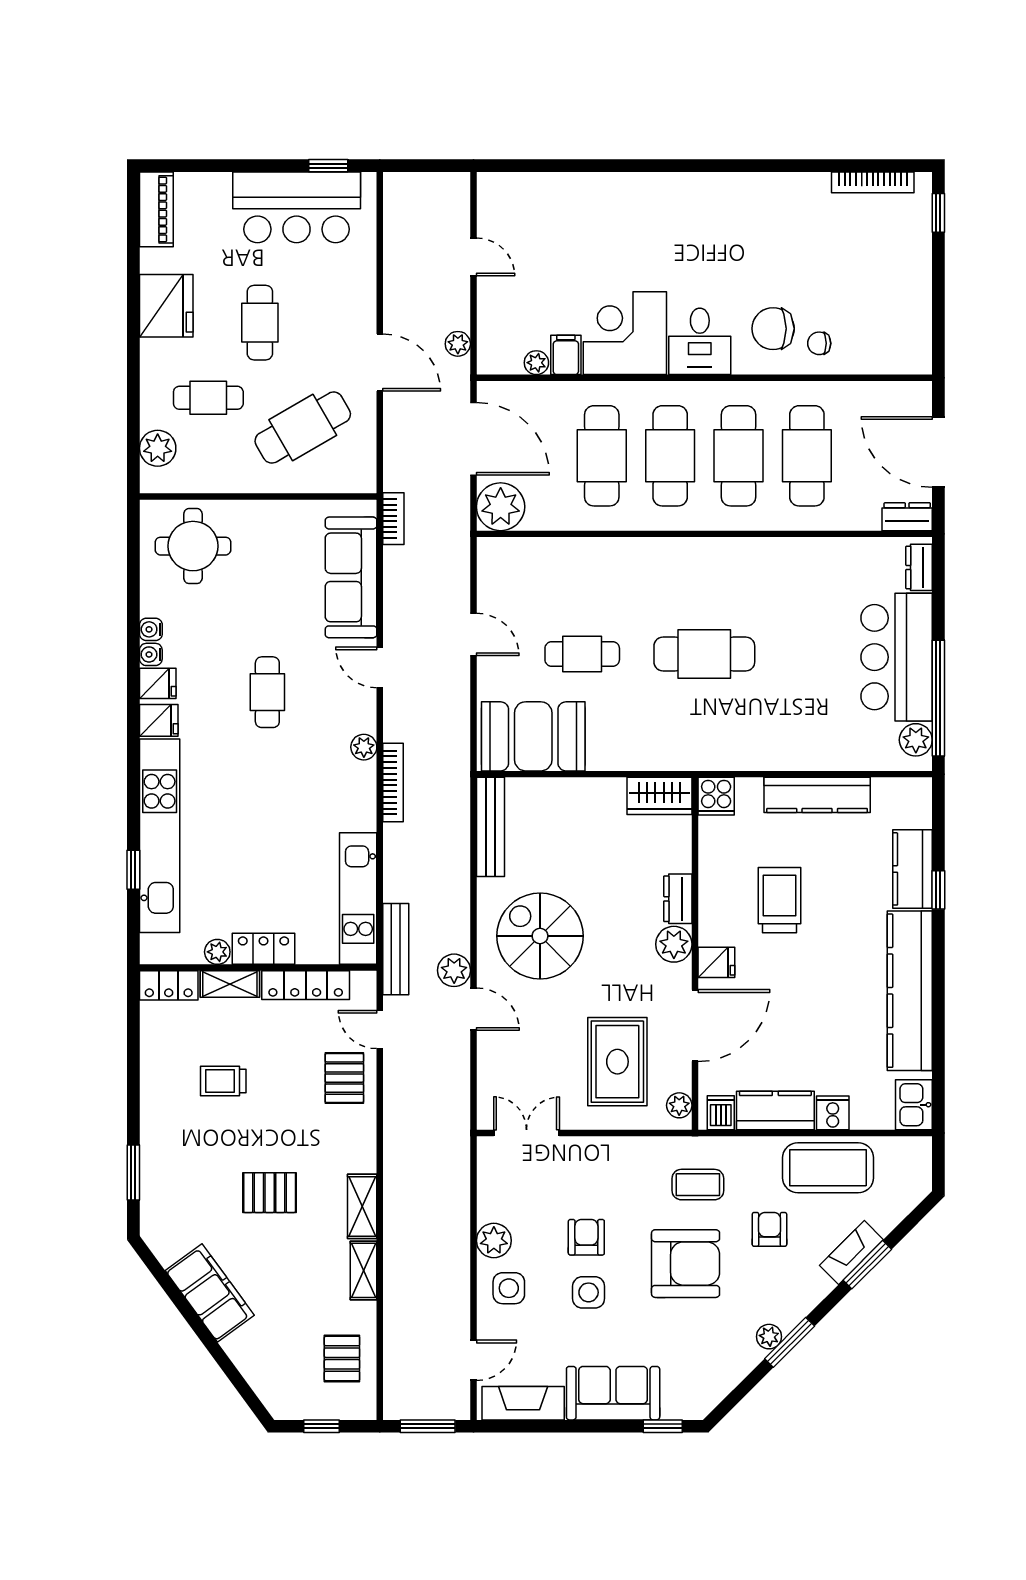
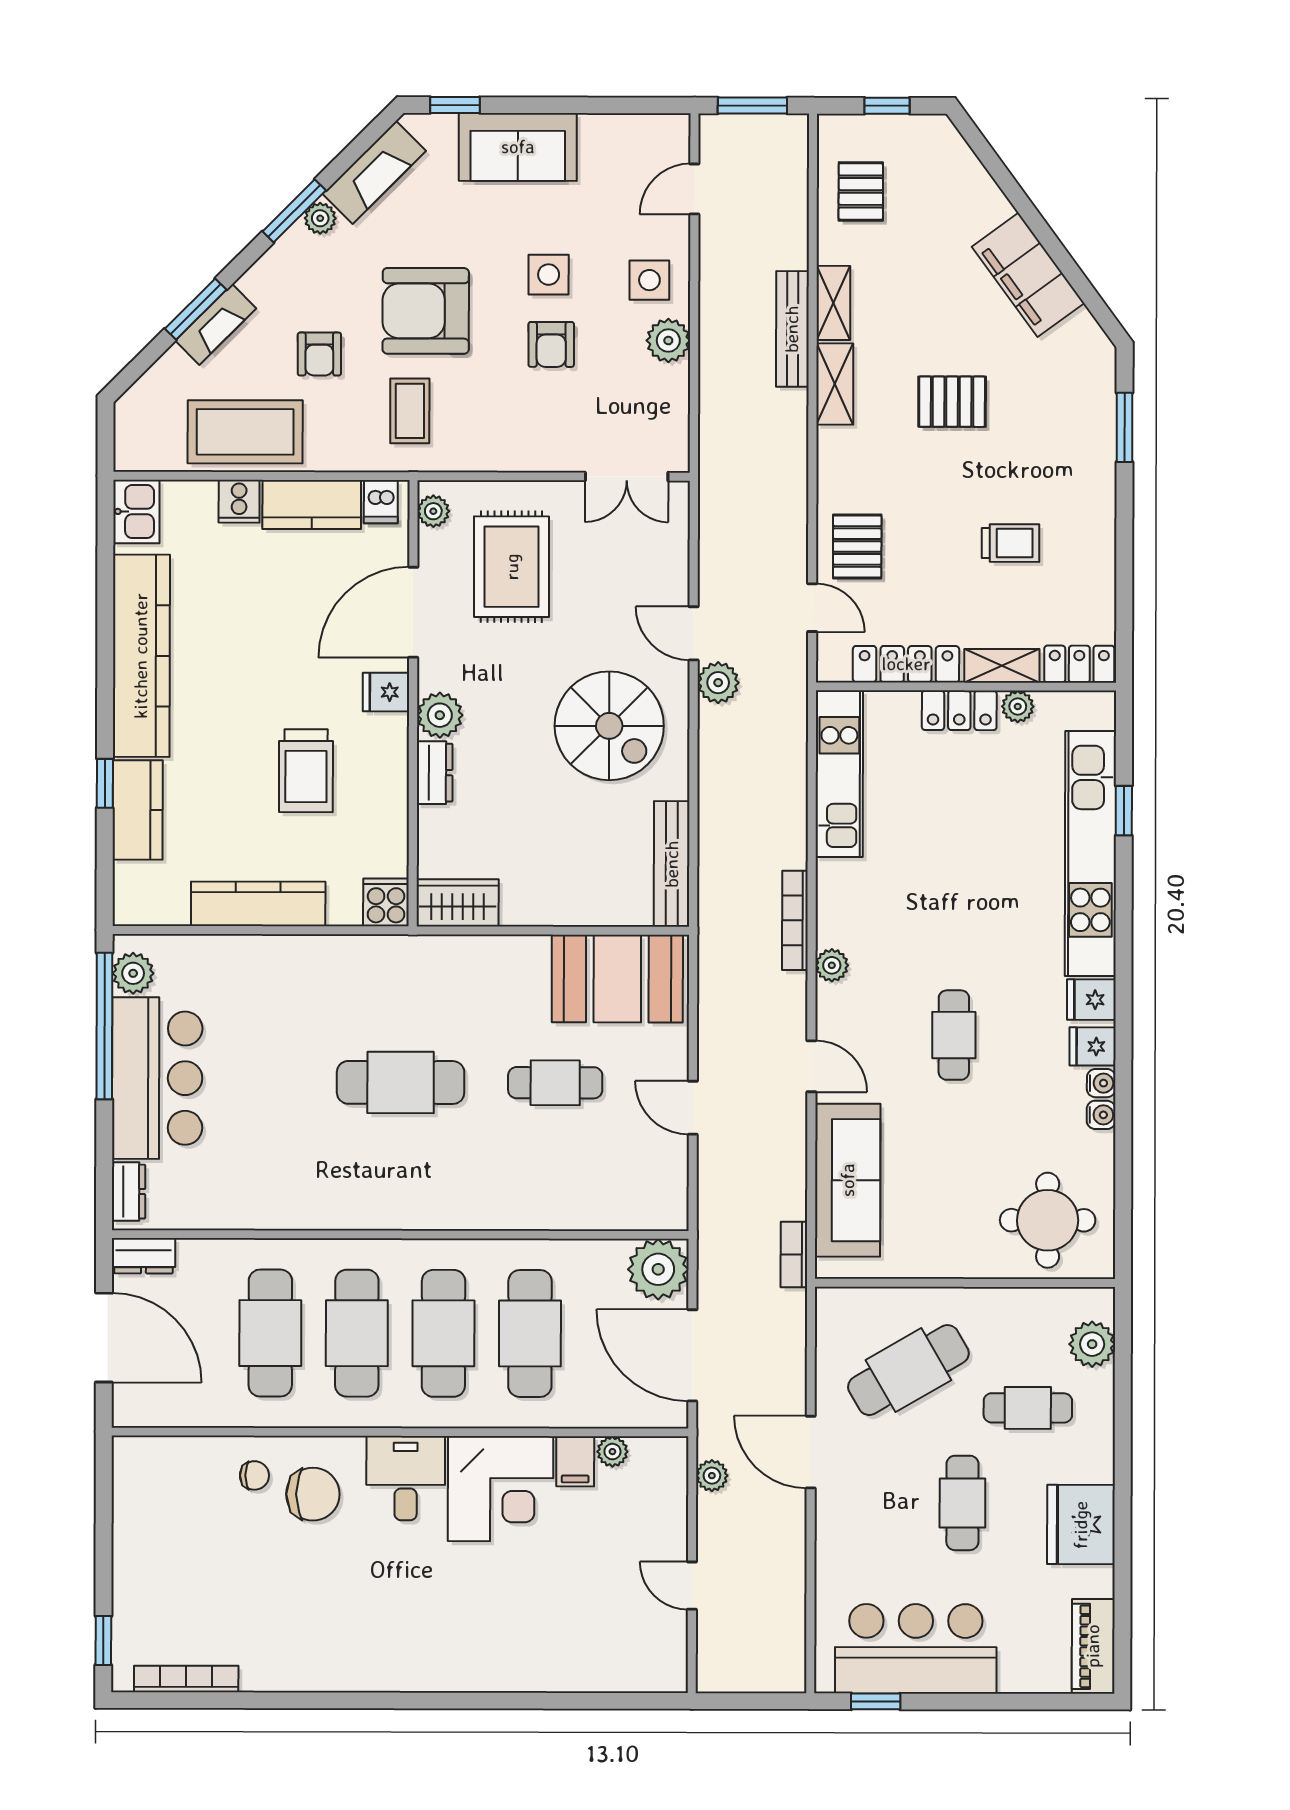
bench: (396, 949) -> (792, 329), moved
coffee table: (698, 1185) -> (410, 411), turned 90
fireplace: (523, 1403) -> (374, 172), moved, turned -45

